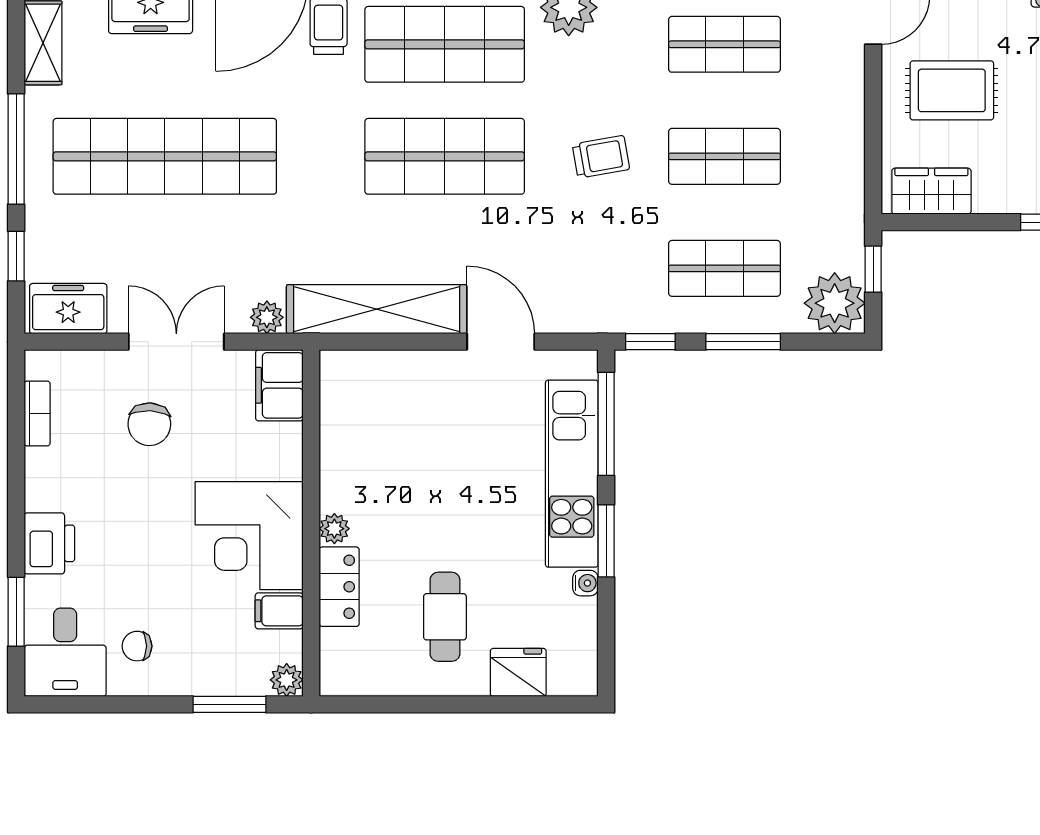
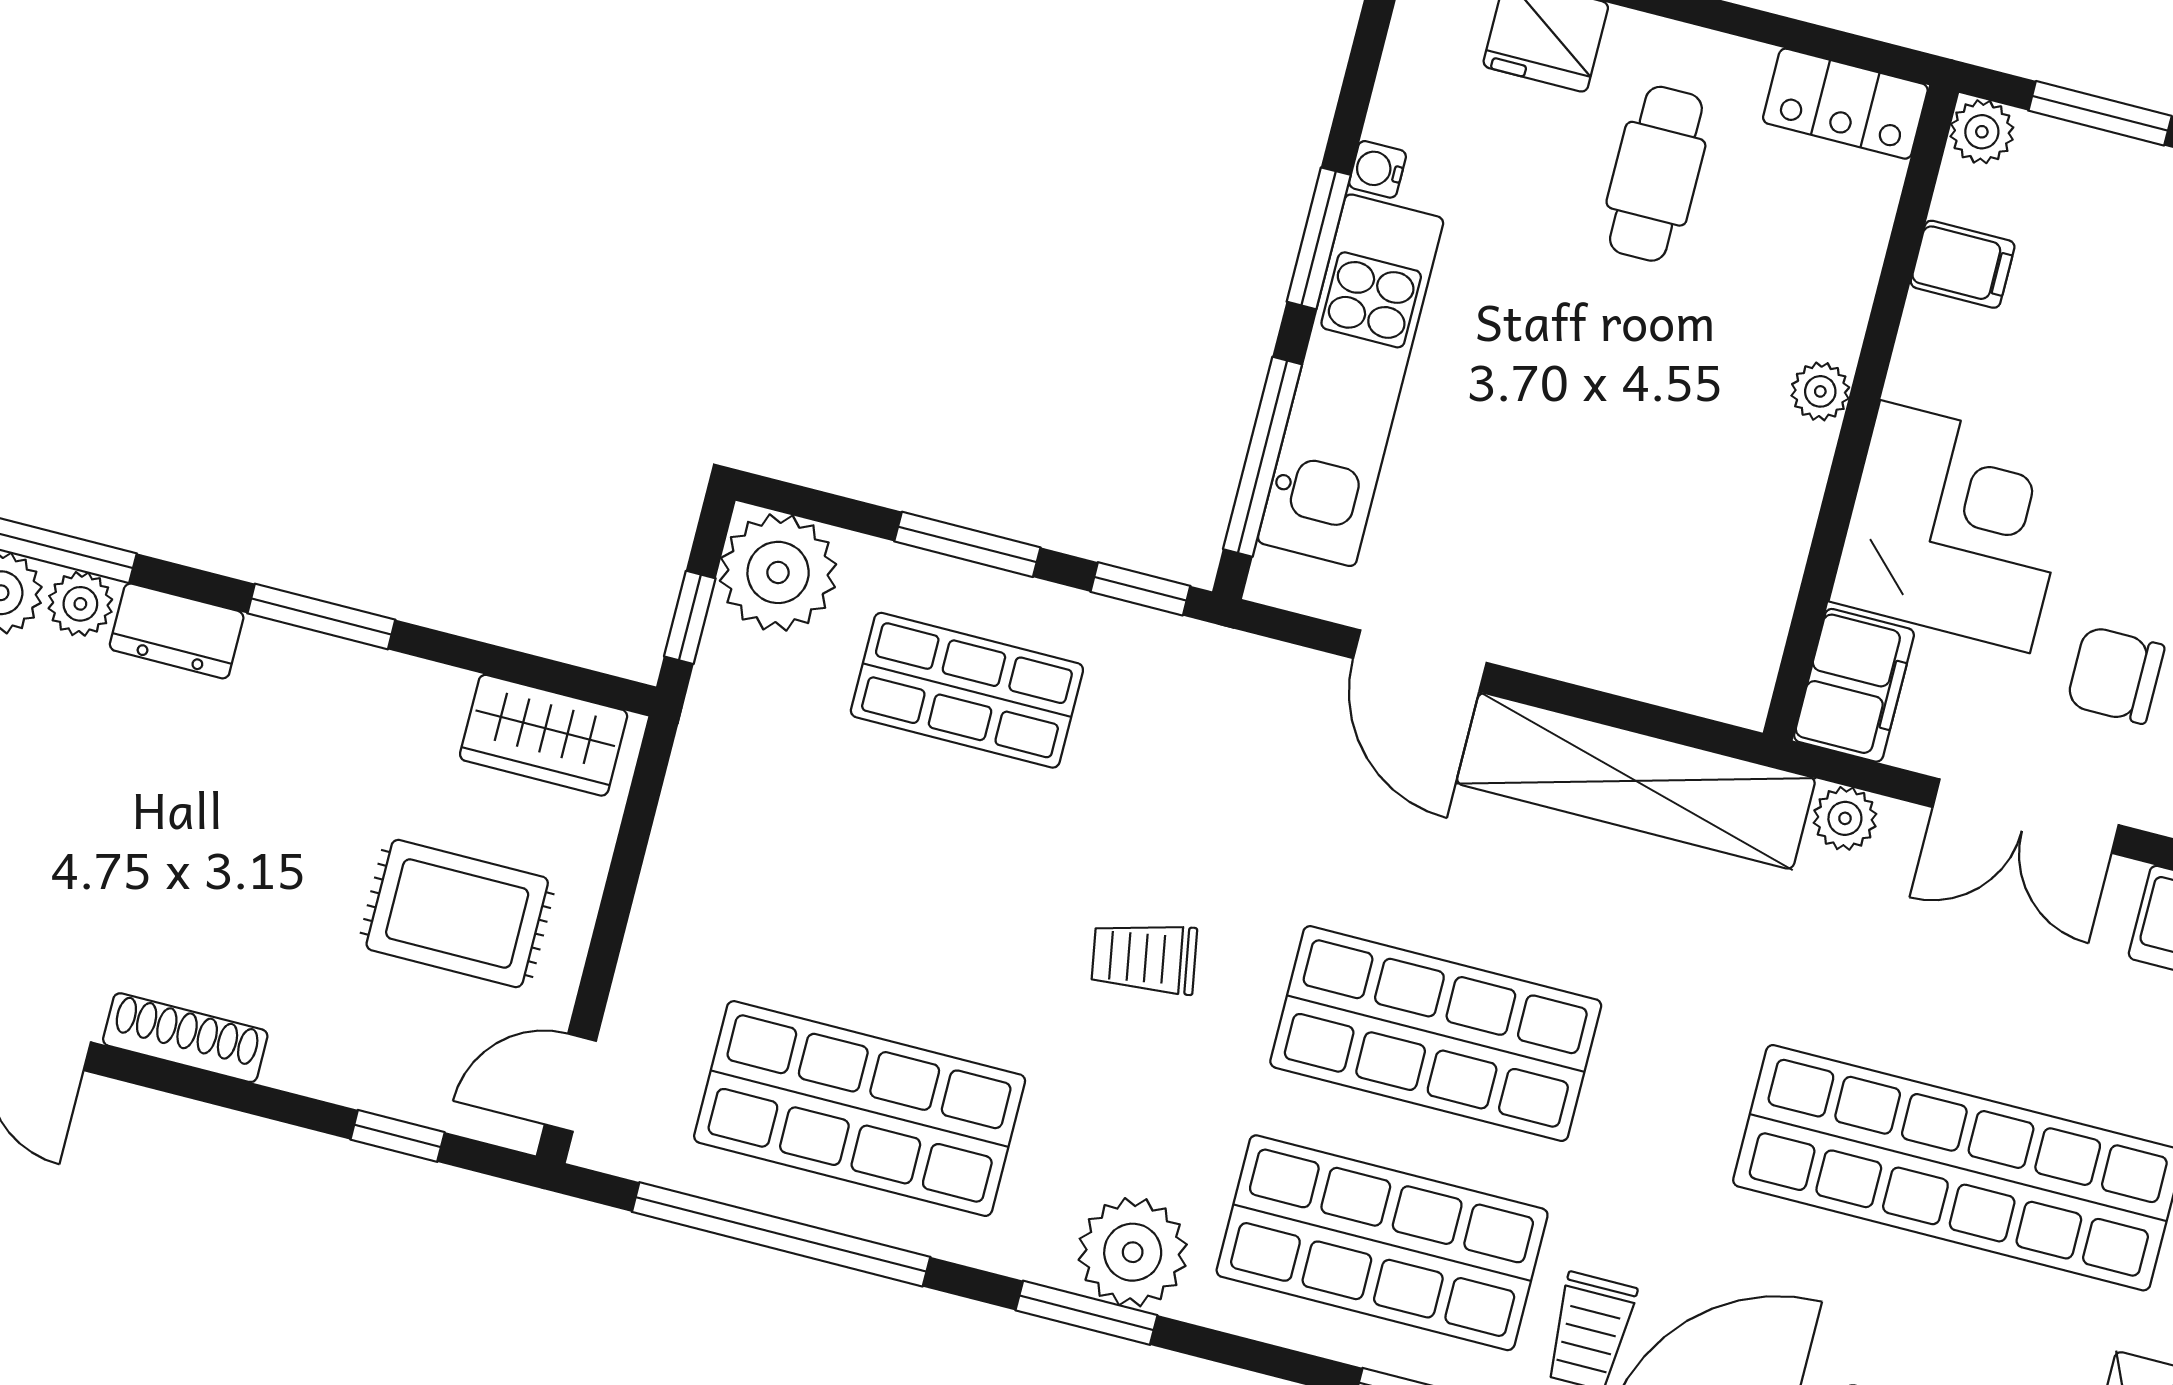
shop shelf: (724, 44) -> (860, 1109), width x1.43, depth x1.36
shop shelf: (724, 156) -> (913, 899), removed
chair: (149, 424) -> (2116, 675), turned -93
corner desk: (249, 536) -> (1955, 527), moved
locker: (339, 587) -> (1845, 104), moved, turned -90

